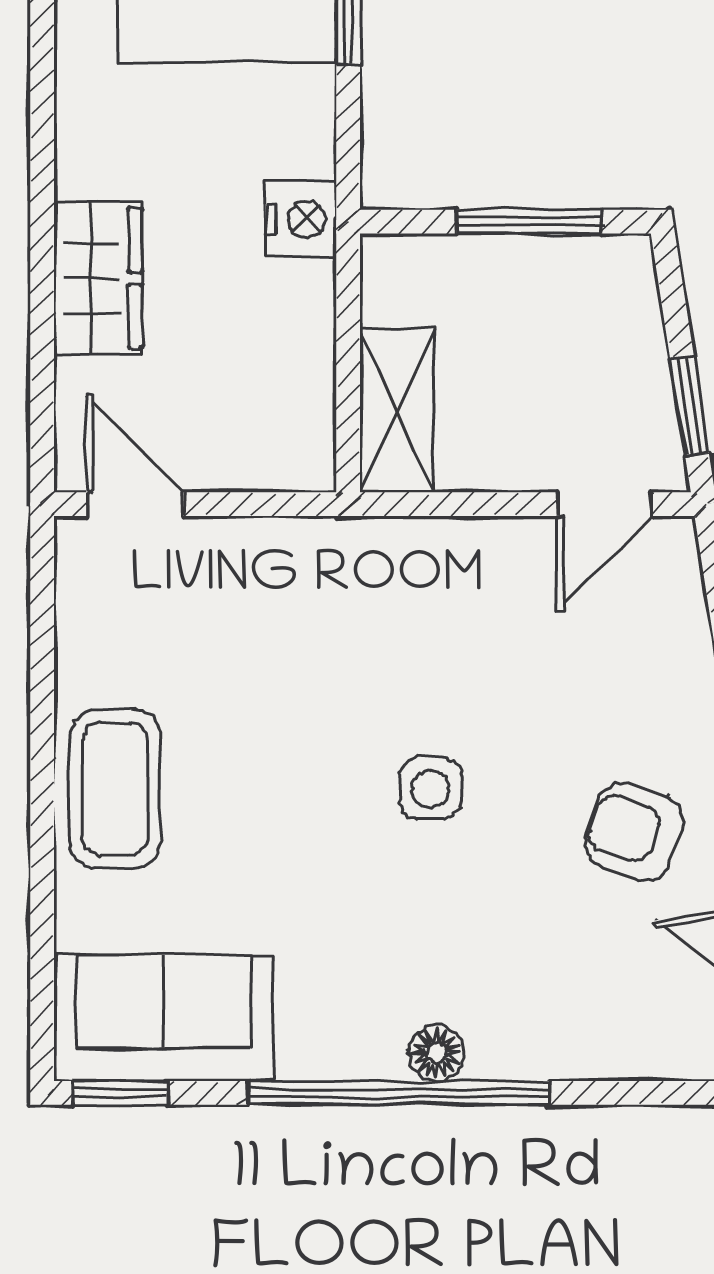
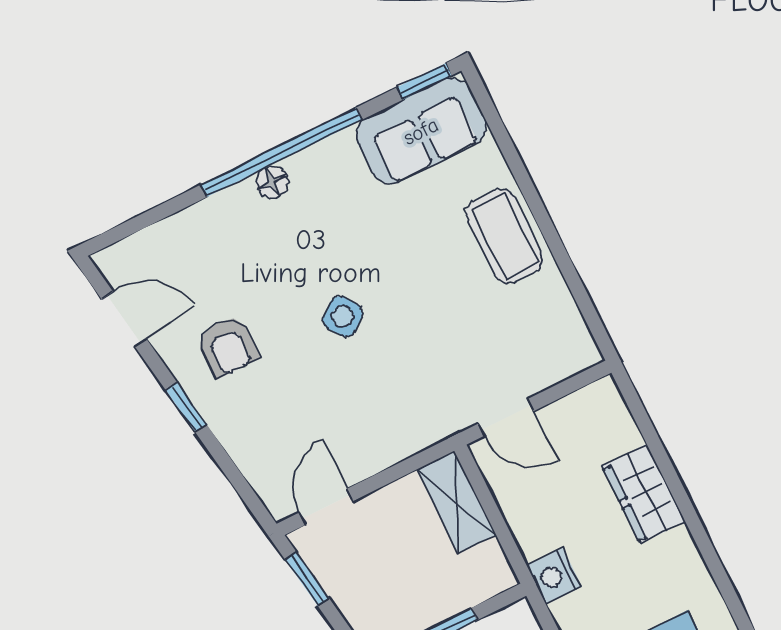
door: (135, 504) -> (506, 418), moved
side table: (430, 789) -> (343, 316), turned -36
armchair: (634, 832) -> (227, 346), turned 70

